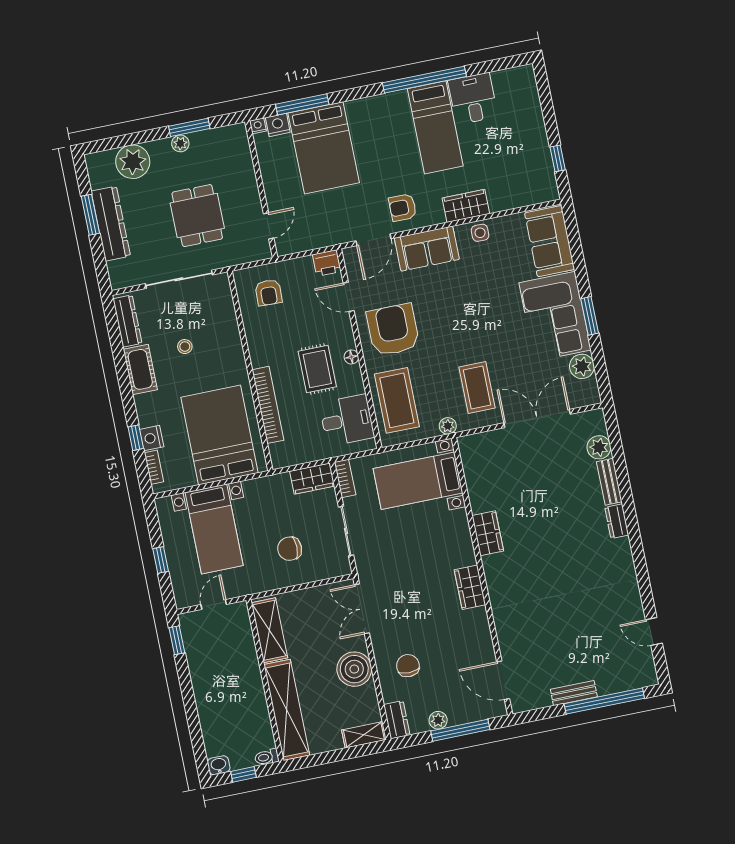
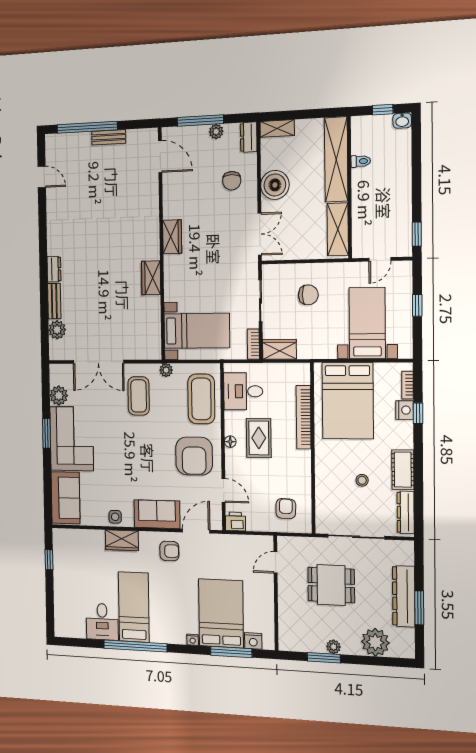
nightstand: (258, 126) -> (193, 640), moved
dining table: (197, 216) -> (331, 585), turned 90
toilet: (267, 757) -> (361, 161), moved

